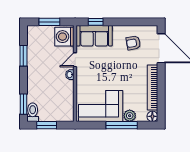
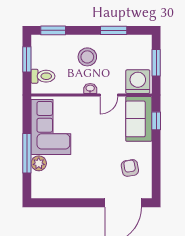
door: (75, 60) -> (109, 95), swing flipped
stool: (45, 77) -> (87, 57), added
bookcase: (153, 88) -> (74, 192), removed
toilet: (33, 112) -> (43, 76), moved
floor lamp: (152, 116) -> (38, 192), removed

